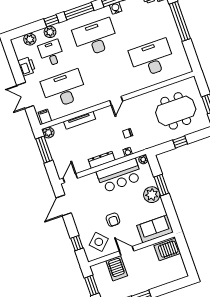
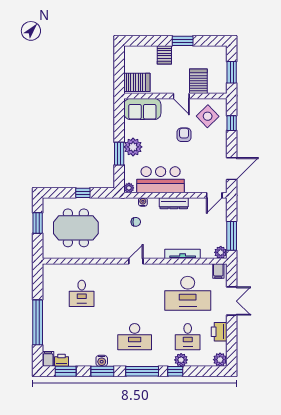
desk: (95, 38) -> (135, 337), width x0.73, depth x0.77
plant: (30, 39) -> (220, 360), moved
desk: (152, 58) -> (82, 293), width x0.53, depth x0.77
server rack: (152, 280) -> (164, 55), added

